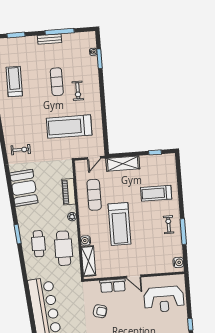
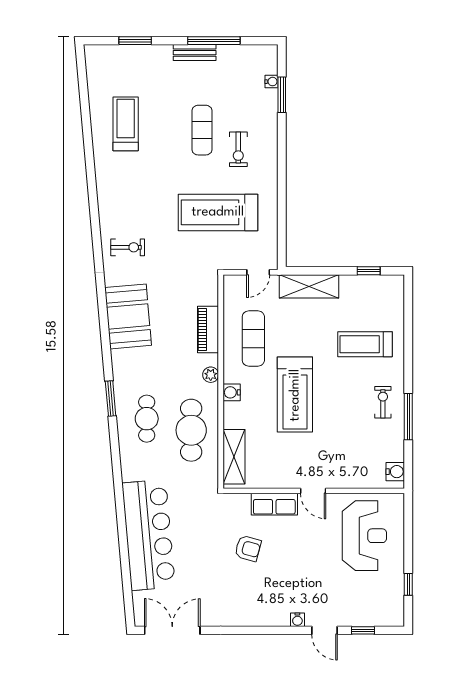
water cooler: (86, 240) -> (232, 392), moved
reception desk: (164, 299) -> (364, 536), turned -90

